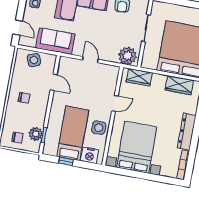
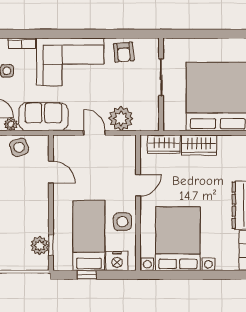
plant: (31, 42) -> (11, 124), added
plant: (128, 56) -> (121, 119), moved
wardrobe: (179, 85) -> (199, 145), moved
chair: (24, 98) -> (15, 200), removed
chair: (17, 138) -> (16, 255), removed

